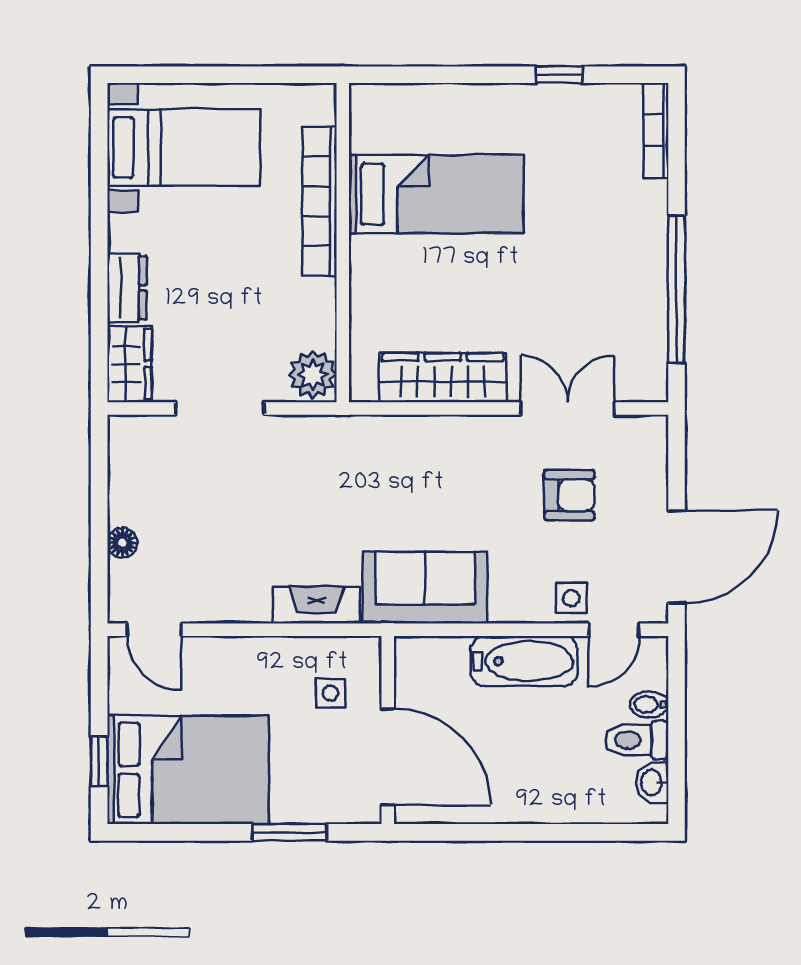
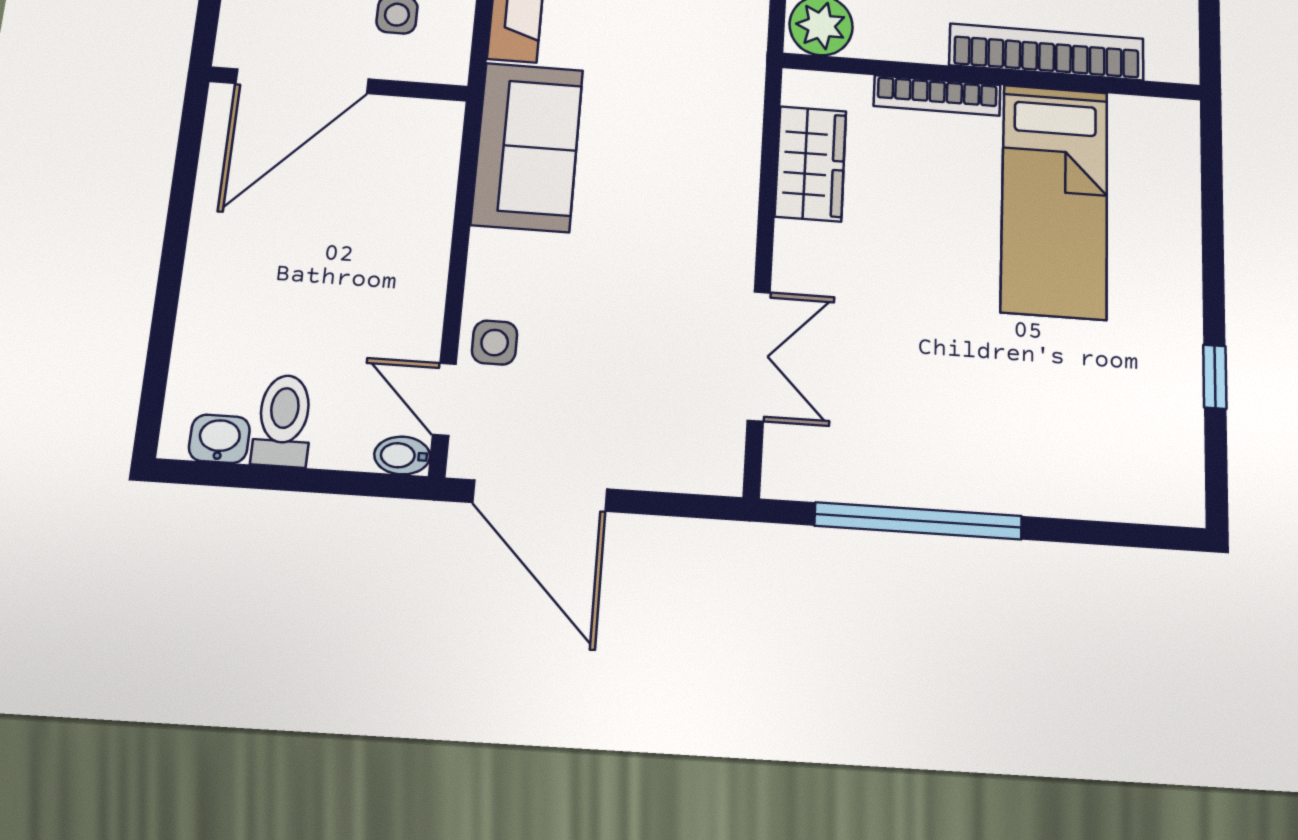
bookcase: (656, 131) -> (937, 95), moved, turned 180
wardrobe: (443, 378) -> (810, 164), width x0.67
armchair: (569, 495) -> (638, 350), removed
bathtub: (524, 661) -> (413, 271), removed
bidet: (649, 704) -> (402, 456), moved, turned -90

